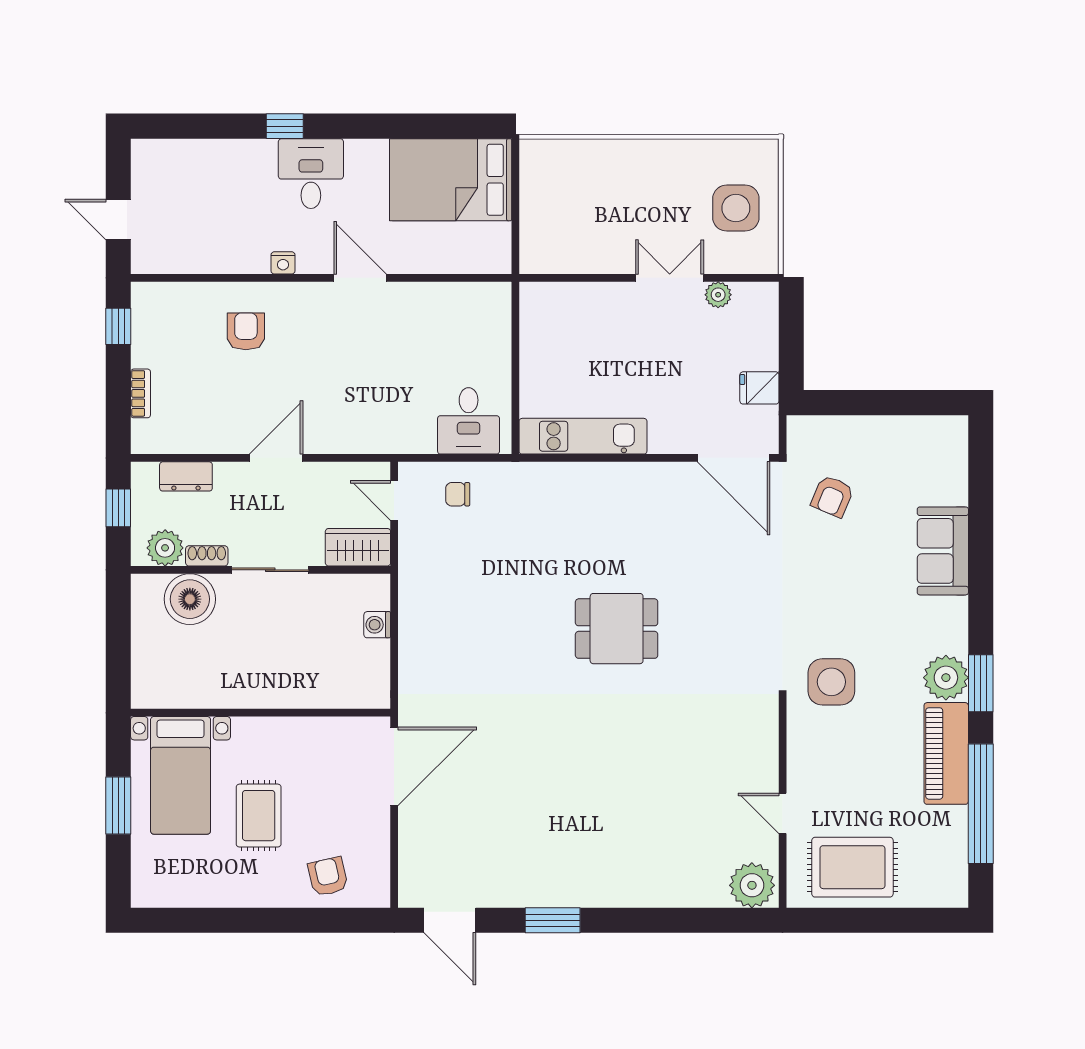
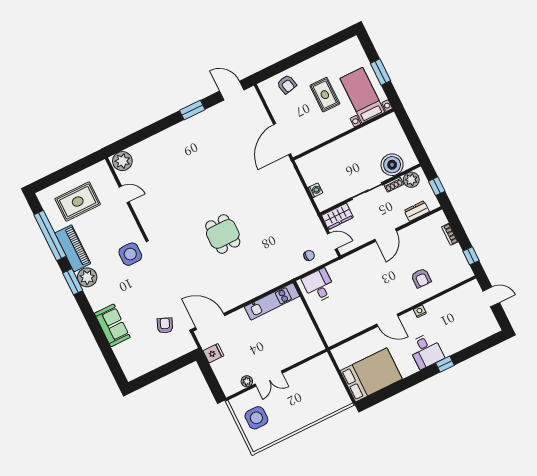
dining table: (617, 629) -> (223, 234), turned 90
rug: (852, 867) -> (78, 202), moved

